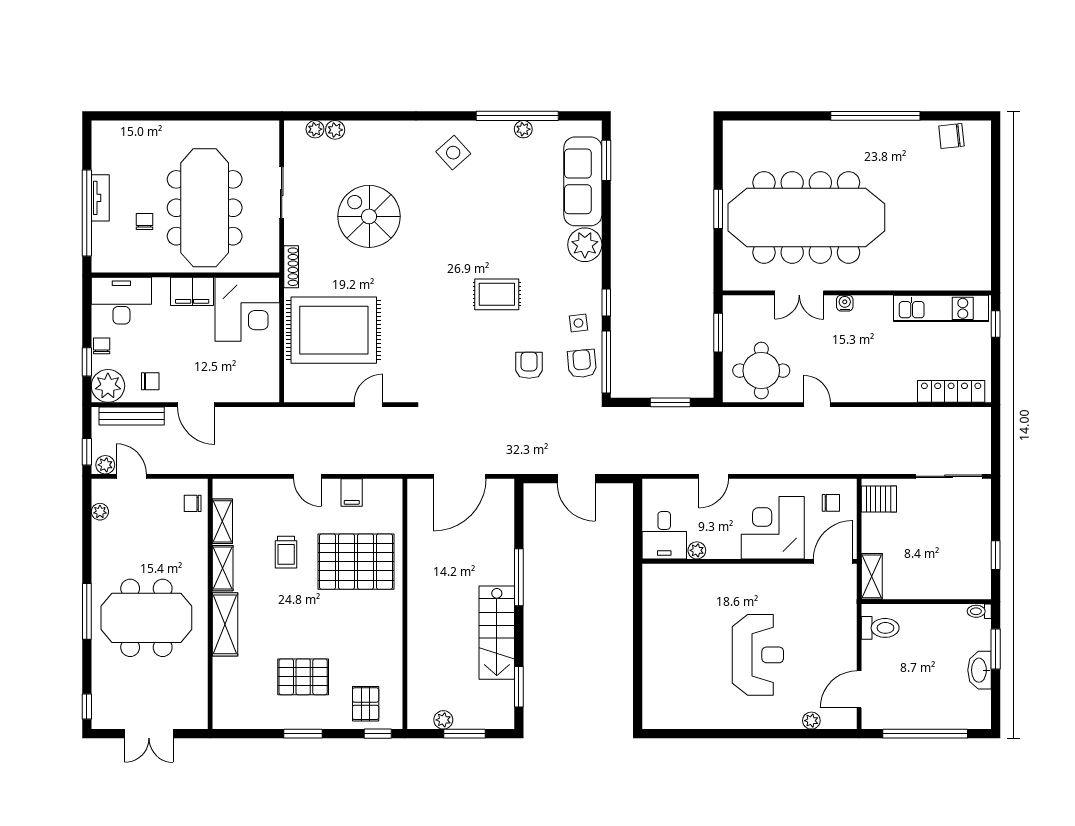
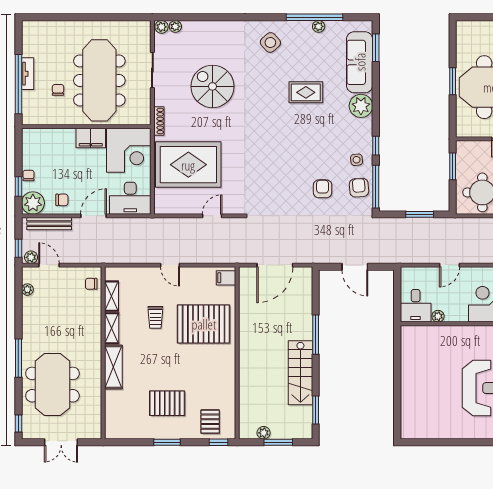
plant: (335, 130) -> (162, 27), moved
rug: (497, 294) -> (306, 92), moved
desk: (121, 301) -> (130, 198), moved, turned 180
door: (196, 405) -> (94, 216), swing flipped
filing cabinet: (352, 493) -> (226, 278), moved, turned 90
meeting table: (146, 618) -> (52, 385), moved, turned 90

